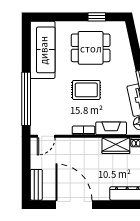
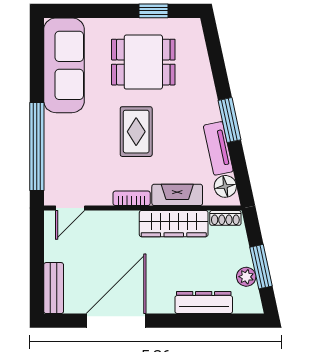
rug: (86, 90) -> (136, 132), turned 90
wardrobe: (116, 146) -> (174, 224), width x1.50
door: (74, 205) -> (116, 321), hinge flipped

